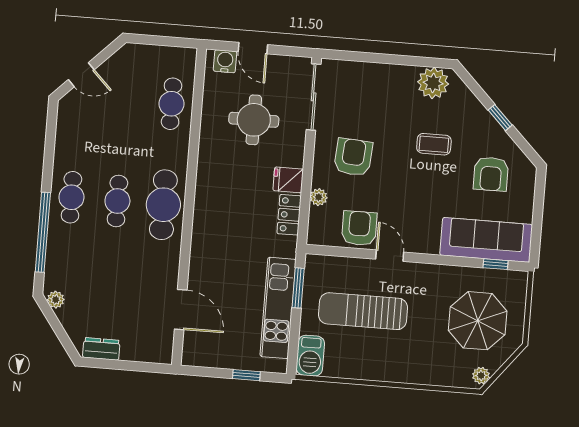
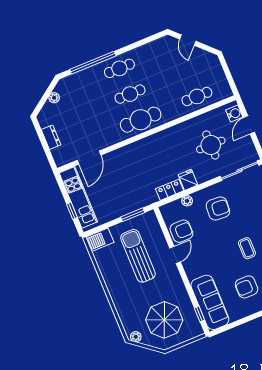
plant: (56, 300) -> (54, 98), moved
kitchen unit: (278, 308) -> (78, 197), moved, turned 90
dresser: (101, 349) -> (51, 137), moved

